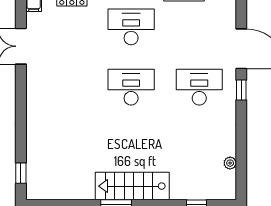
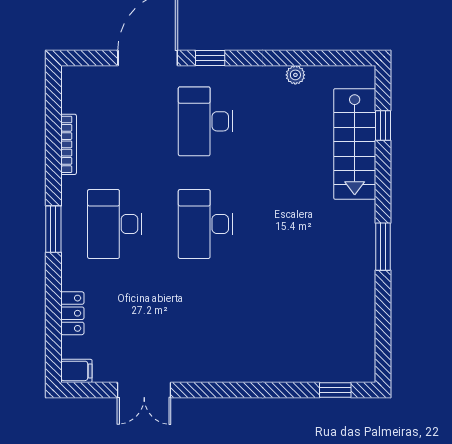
plant: (230, 163) -> (295, 75), moved
stairs: (132, 186) -> (355, 144), moved

